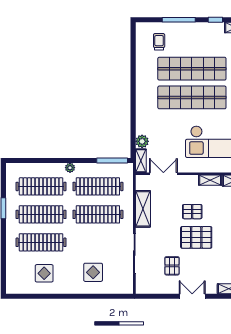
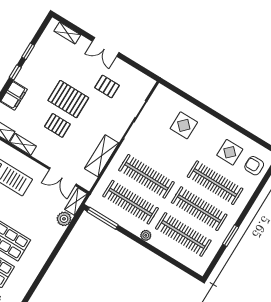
pallet: (172, 266) -> (107, 87), turned 90
armchair: (19, 274) -> (254, 166), added

